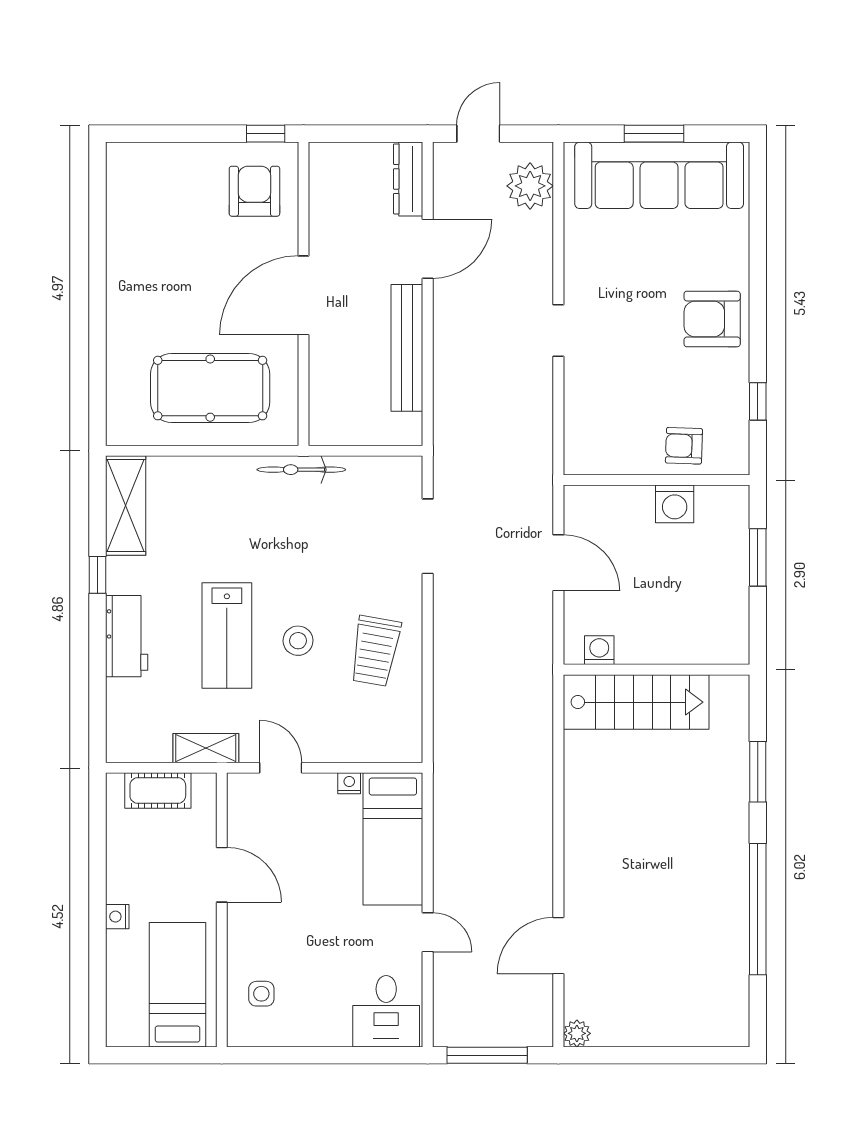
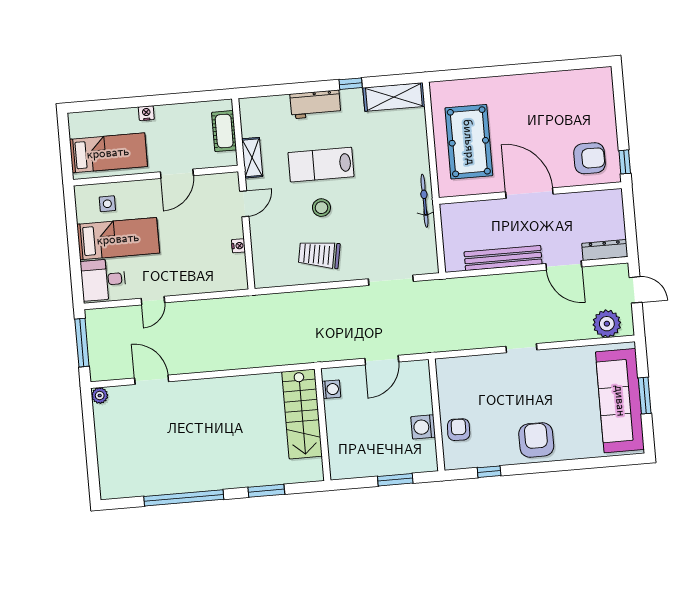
bed: (393, 839) -> (118, 239), moved, turned 180

